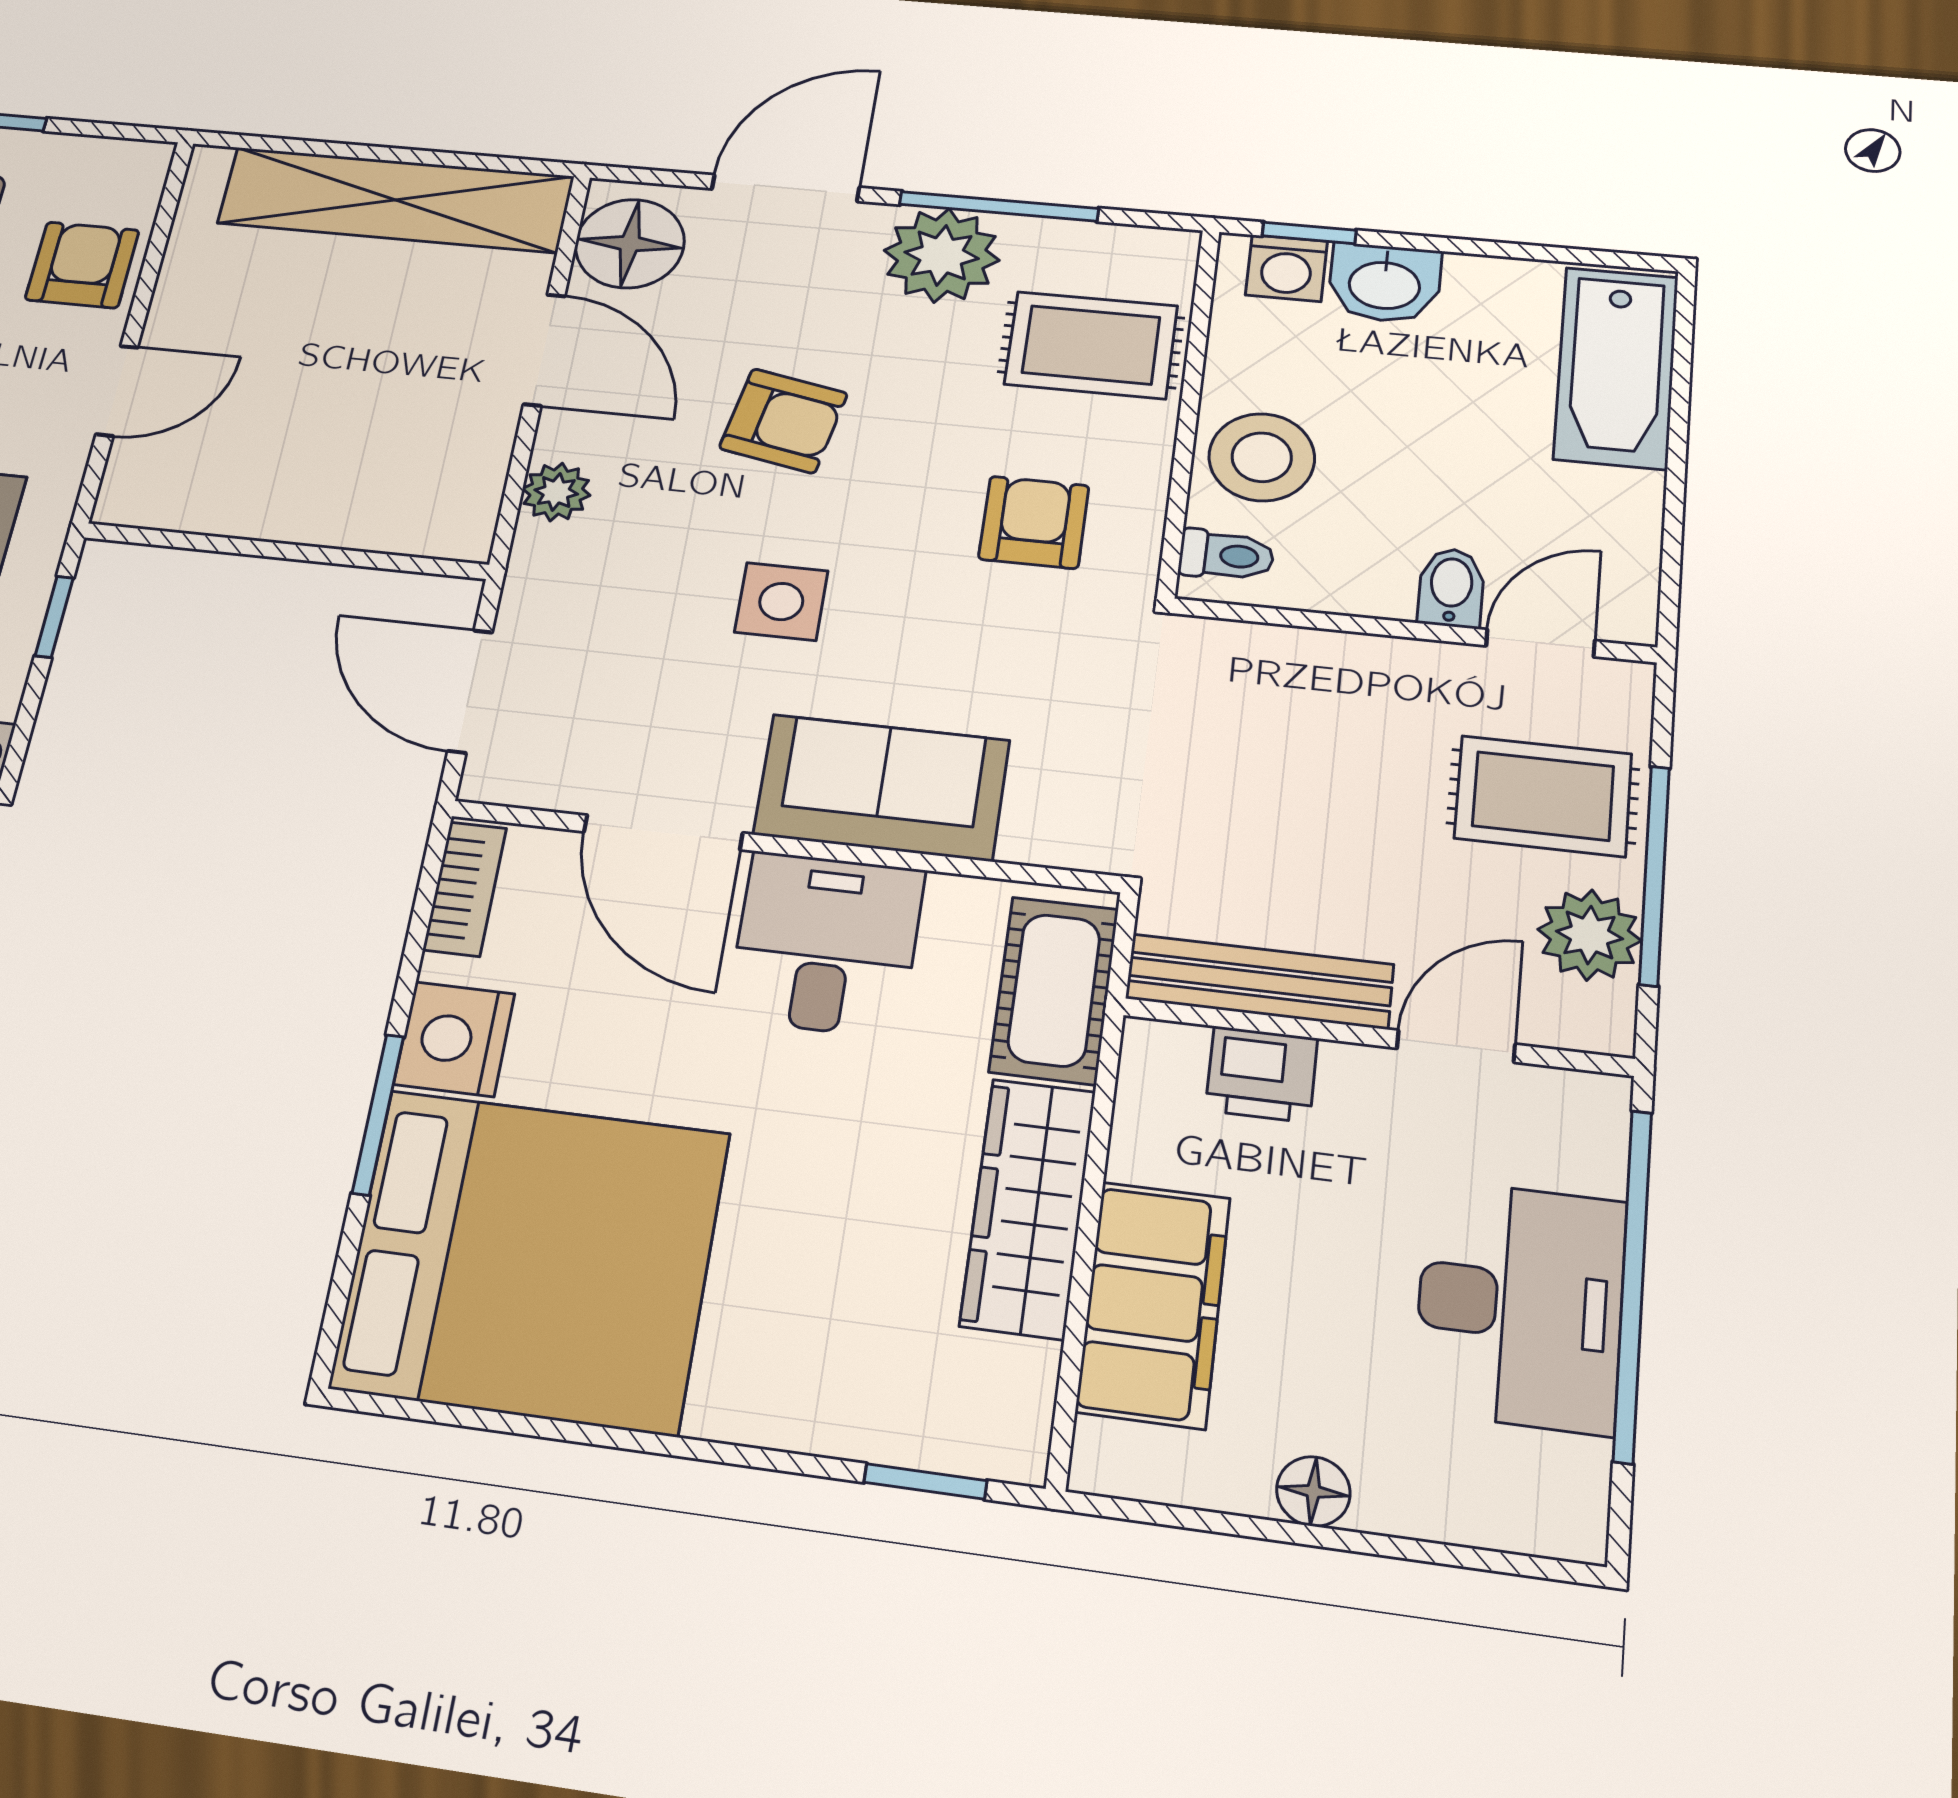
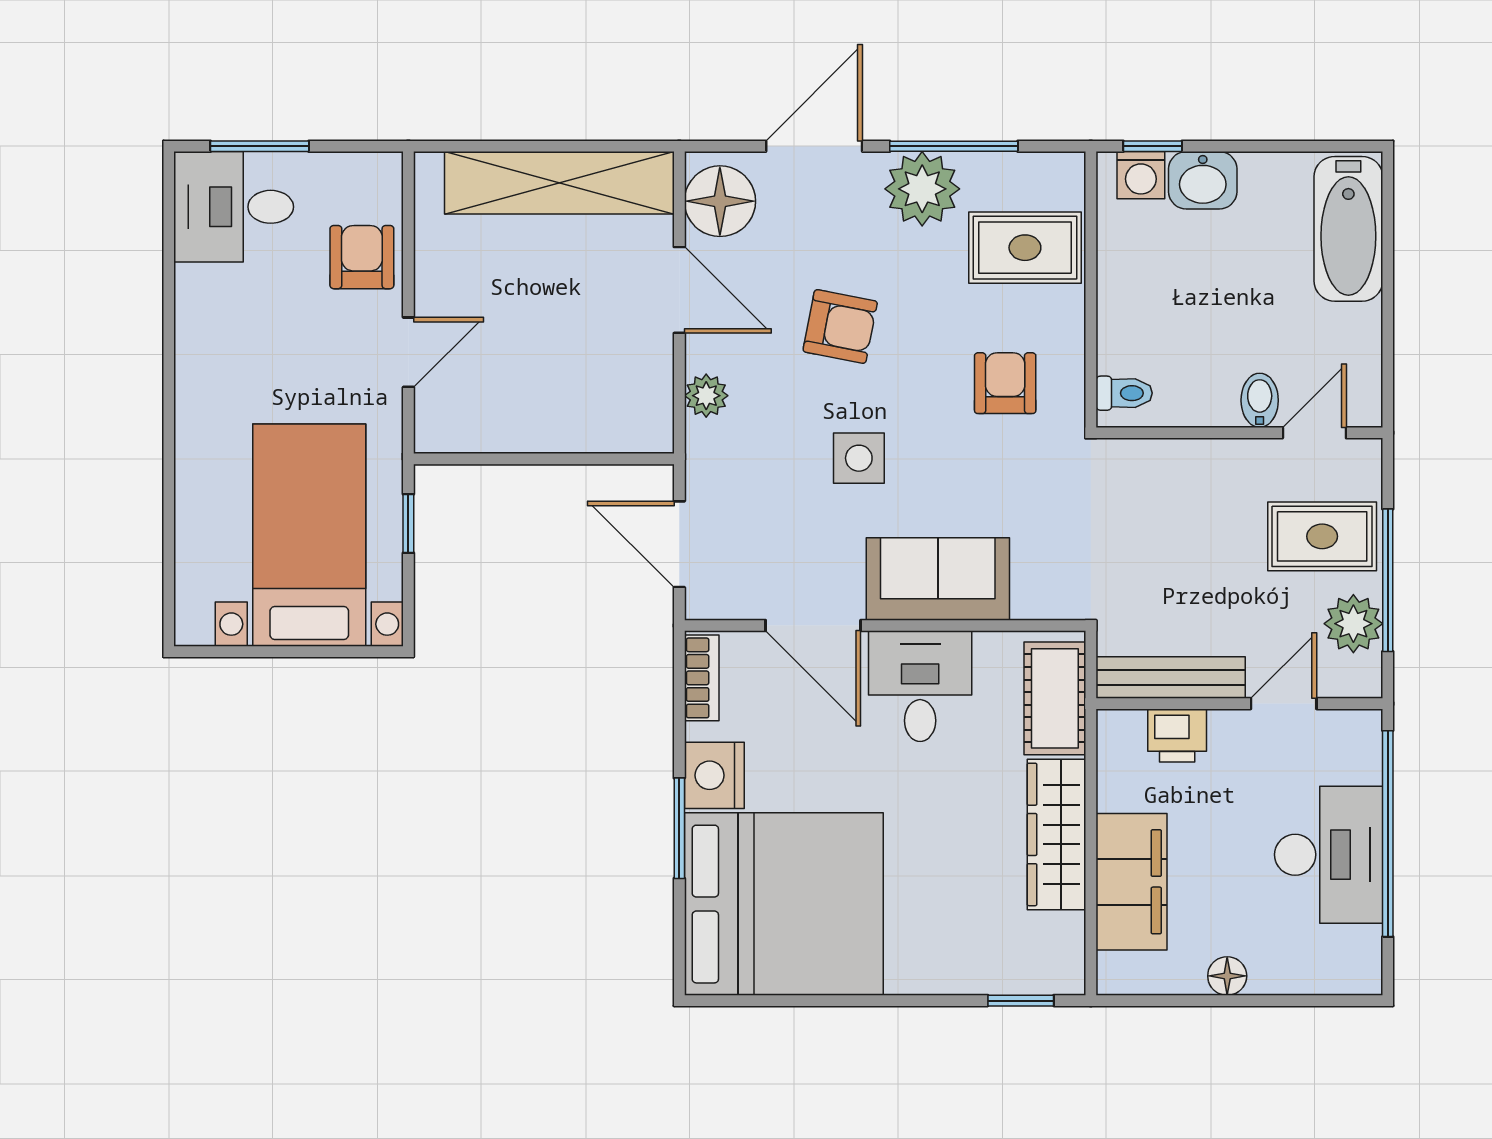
stool: (1262, 457) -> (1139, 320), removed

